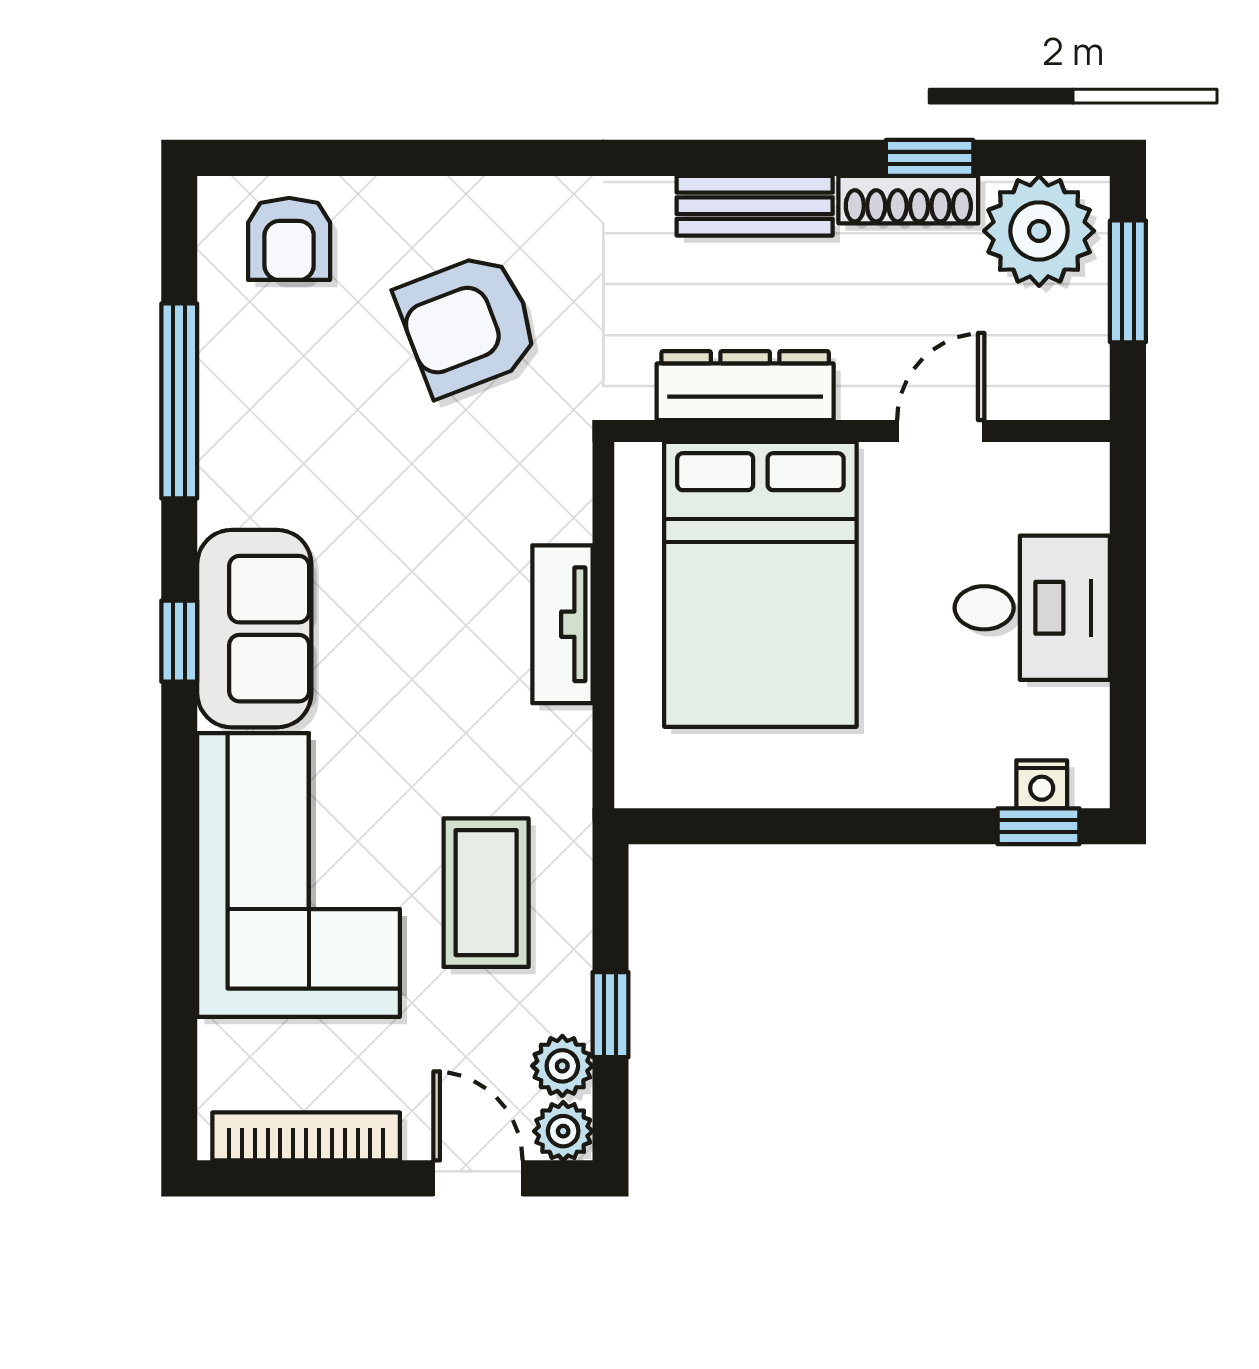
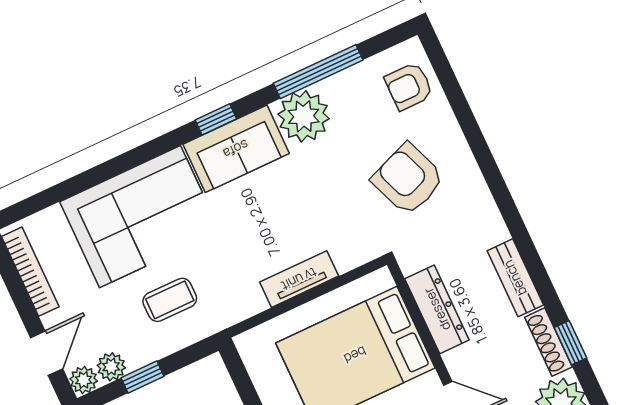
plant: (252, 469) -> (304, 116), added
coffee table: (486, 893) -> (170, 300), width x0.73, depth x0.77

